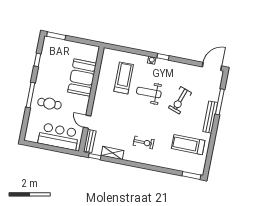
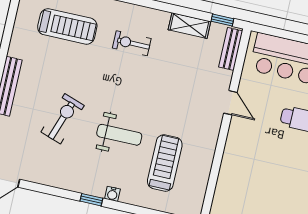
booth: (82, 78) -> (241, 166), removed
treadmill: (124, 78) -> (165, 163), turned 180
door: (87, 122) -> (230, 103), moved
treadmill: (188, 145) -> (67, 26), moved

